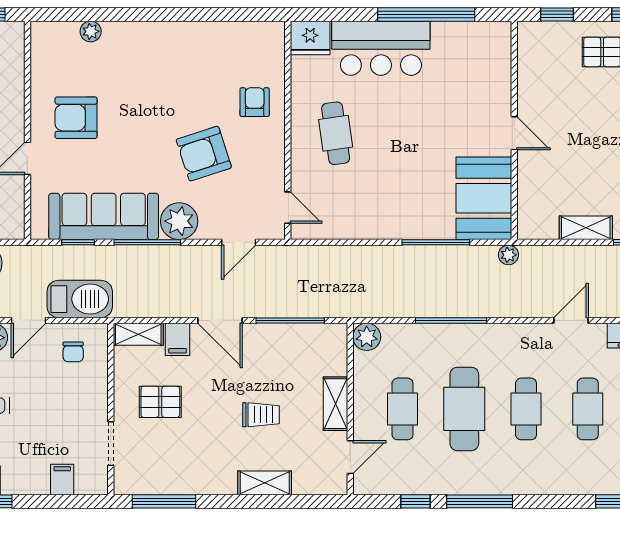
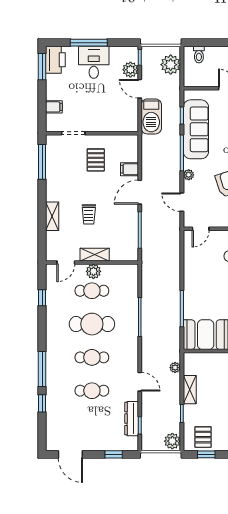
plant: (179, 221) -> (189, 175), width x0.53, depth x0.53
plant: (508, 255) -> (175, 368), moved
shelving: (138, 334) -> (132, 148), removed
plant: (367, 337) -> (93, 271), moved
chair: (73, 352) -> (123, 113), removed
door: (350, 457) -> (66, 262), hinge flipped
window: (480, 501) -> (42, 369), moved

